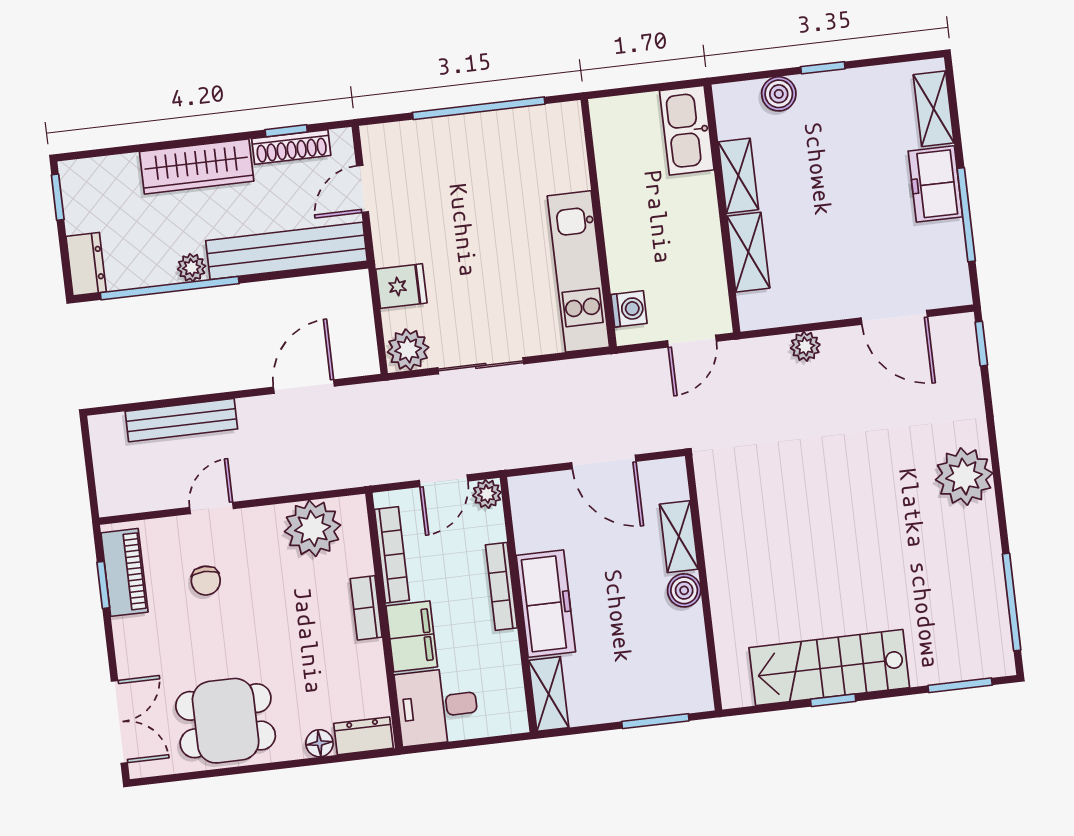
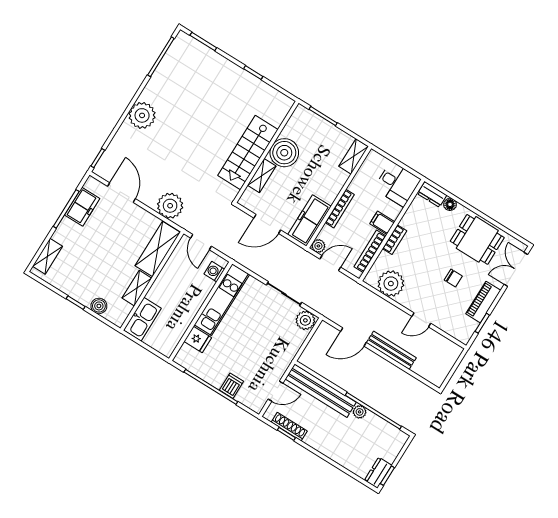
dishwasher: (445, 138) -> (232, 386), added
wardrobe: (197, 166) -> (329, 447), removed
freezer: (935, 184) -> (82, 207), moved
shelving: (748, 252) -> (158, 249), width x1.50, depth x1.33
dresser: (86, 264) -> (378, 473), moved
fridge: (401, 286) -> (198, 340), moved, turned 180
door: (692, 341) -> (201, 242), swing flipped
plant: (805, 346) -> (170, 206), width x1.87, depth x1.87
bench: (181, 420) -> (391, 350), moved
door: (604, 462) -> (267, 224), swing flipped
piano: (124, 572) -> (483, 302), moved
chair: (206, 581) -> (453, 278), moved, turned 90
boiler: (684, 590) -> (284, 153), width x1.86, depth x1.86
freezer: (546, 604) -> (310, 220), moved
filing cabinet: (412, 636) -> (382, 223), width x0.50
stairs: (829, 668) -> (248, 153), moved, turned 90

